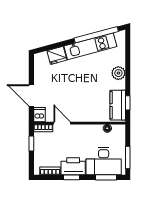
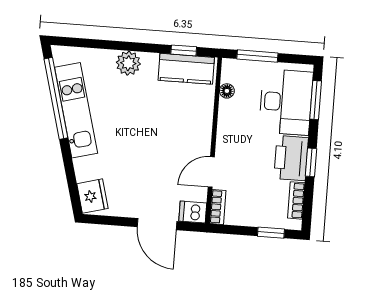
fridge: (57, 55) -> (92, 196), moved
door: (31, 95) -> (157, 224), hinge flipped
window: (31, 143) -> (271, 233), moved
window: (128, 158) -> (257, 56), moved

